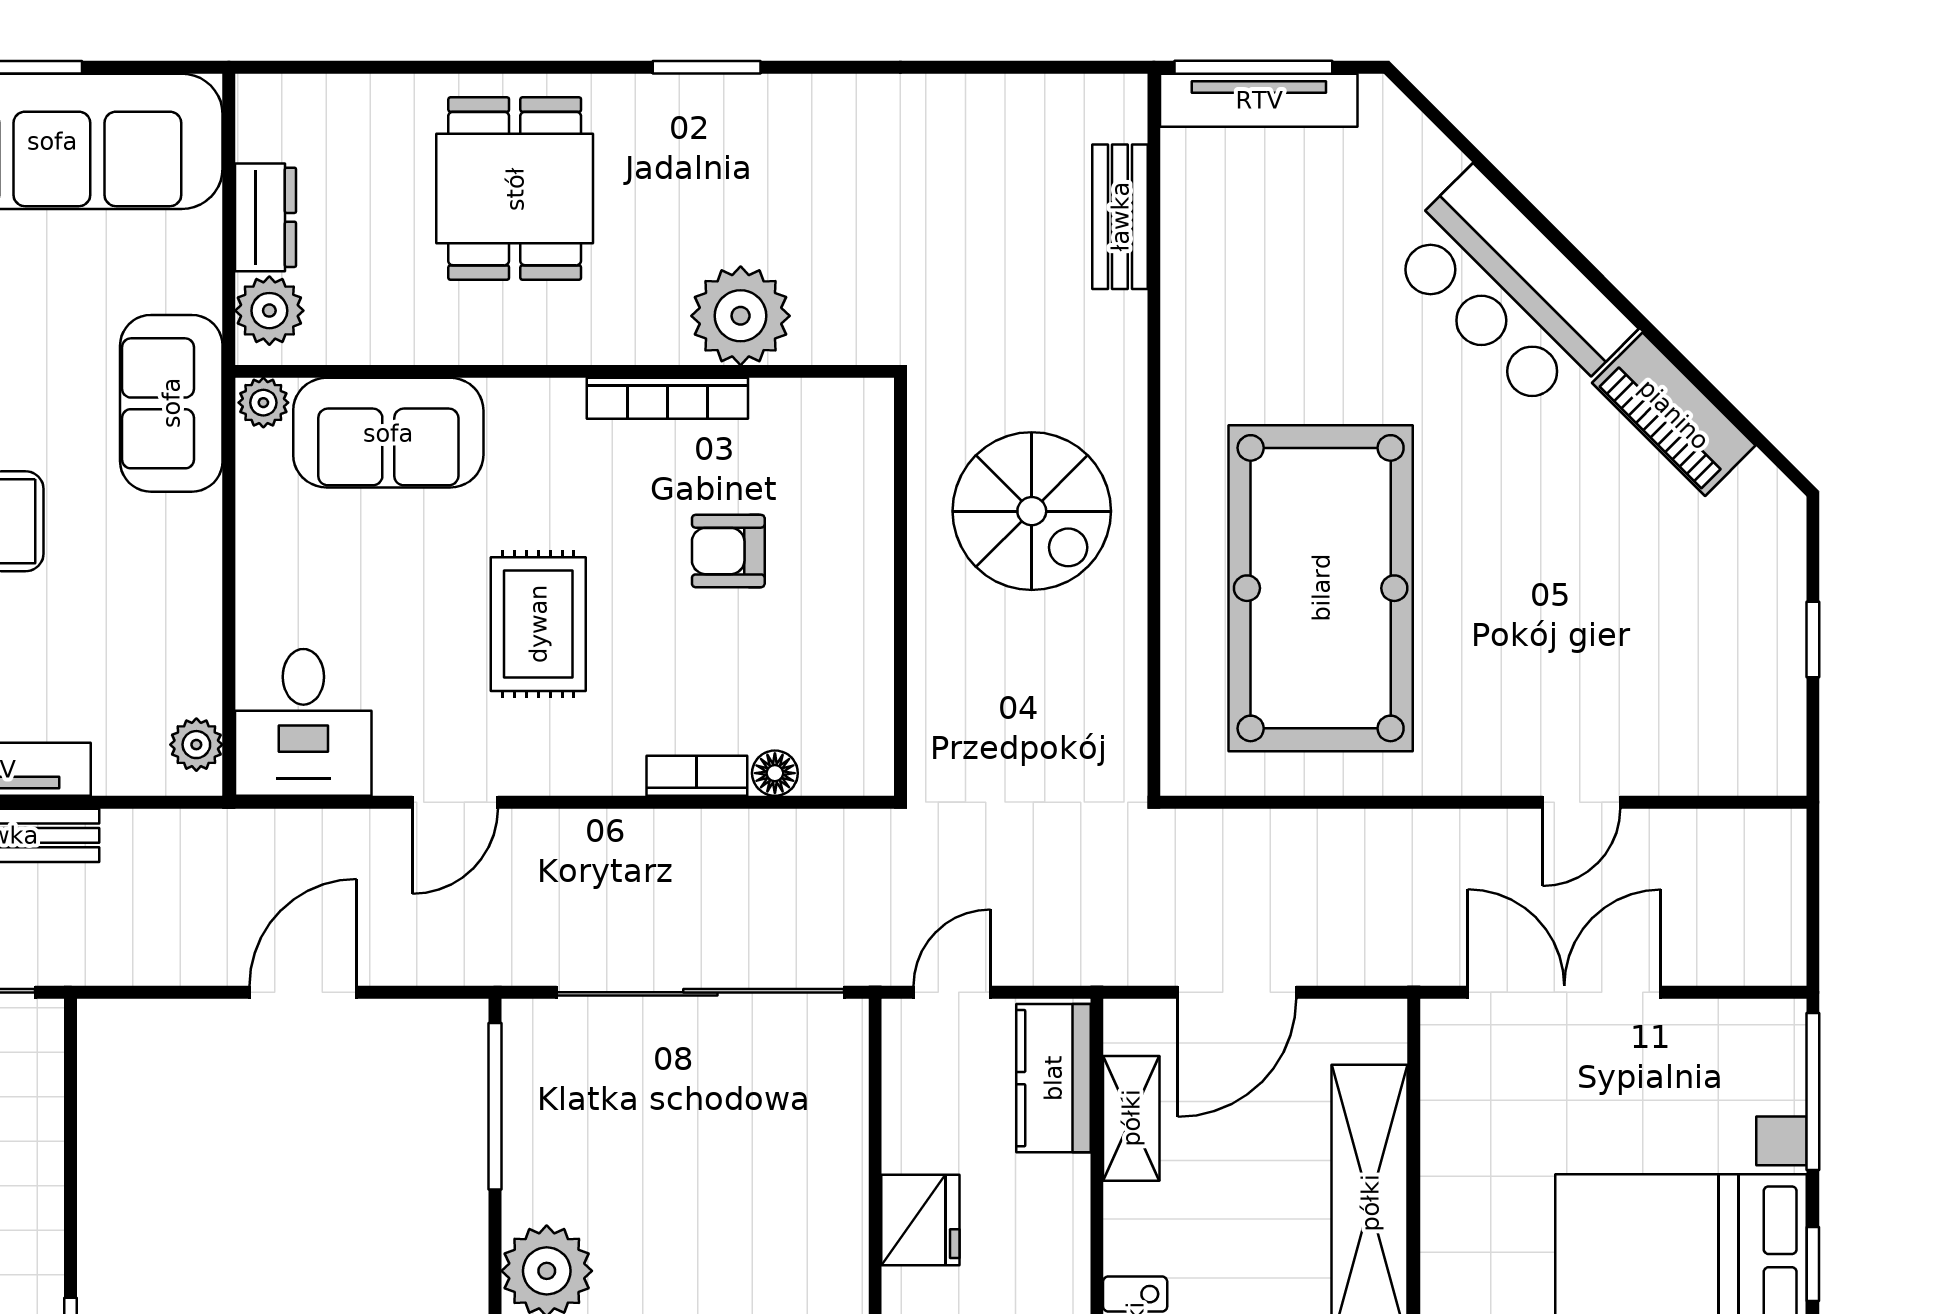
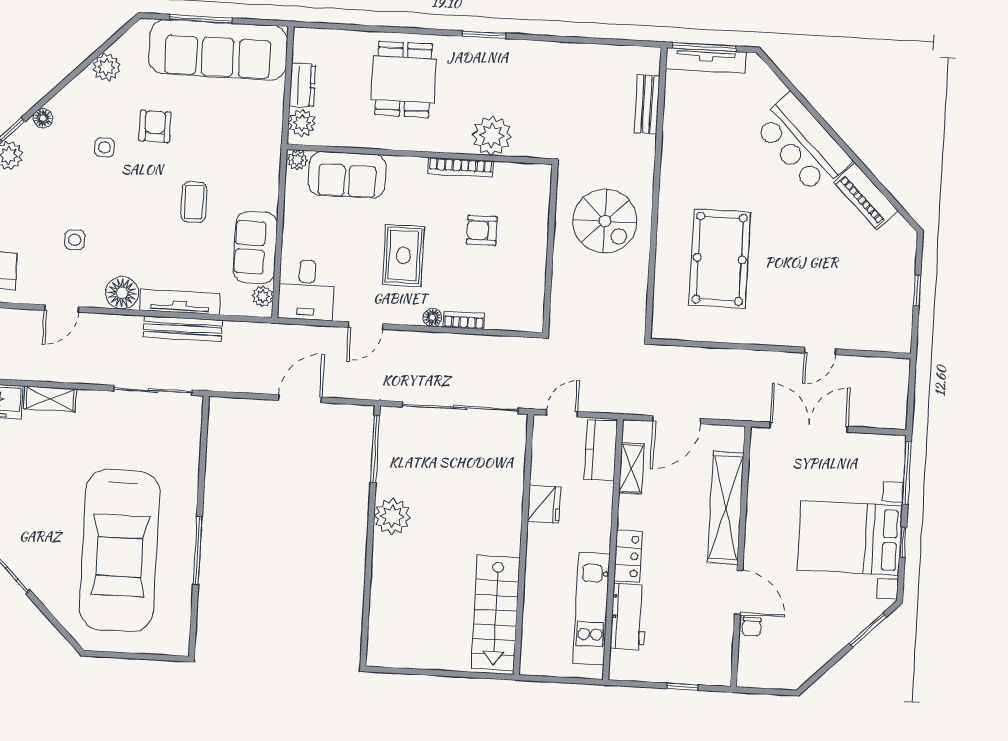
sofa: (171, 403) -> (255, 248), moved
pool table: (1321, 588) -> (720, 259), width x0.73, depth x0.76
floor lamp: (775, 773) -> (432, 317), moved

